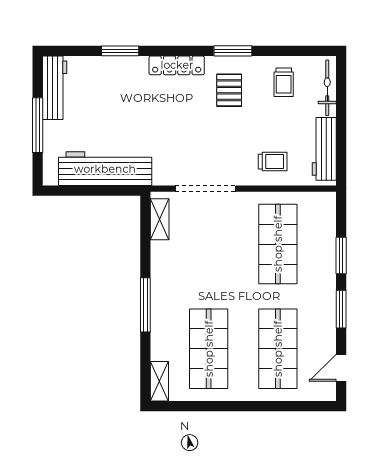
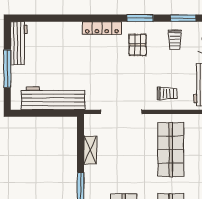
window: (120, 51) -> (183, 18), moved
shelving: (160, 219) -> (90, 150), moved

